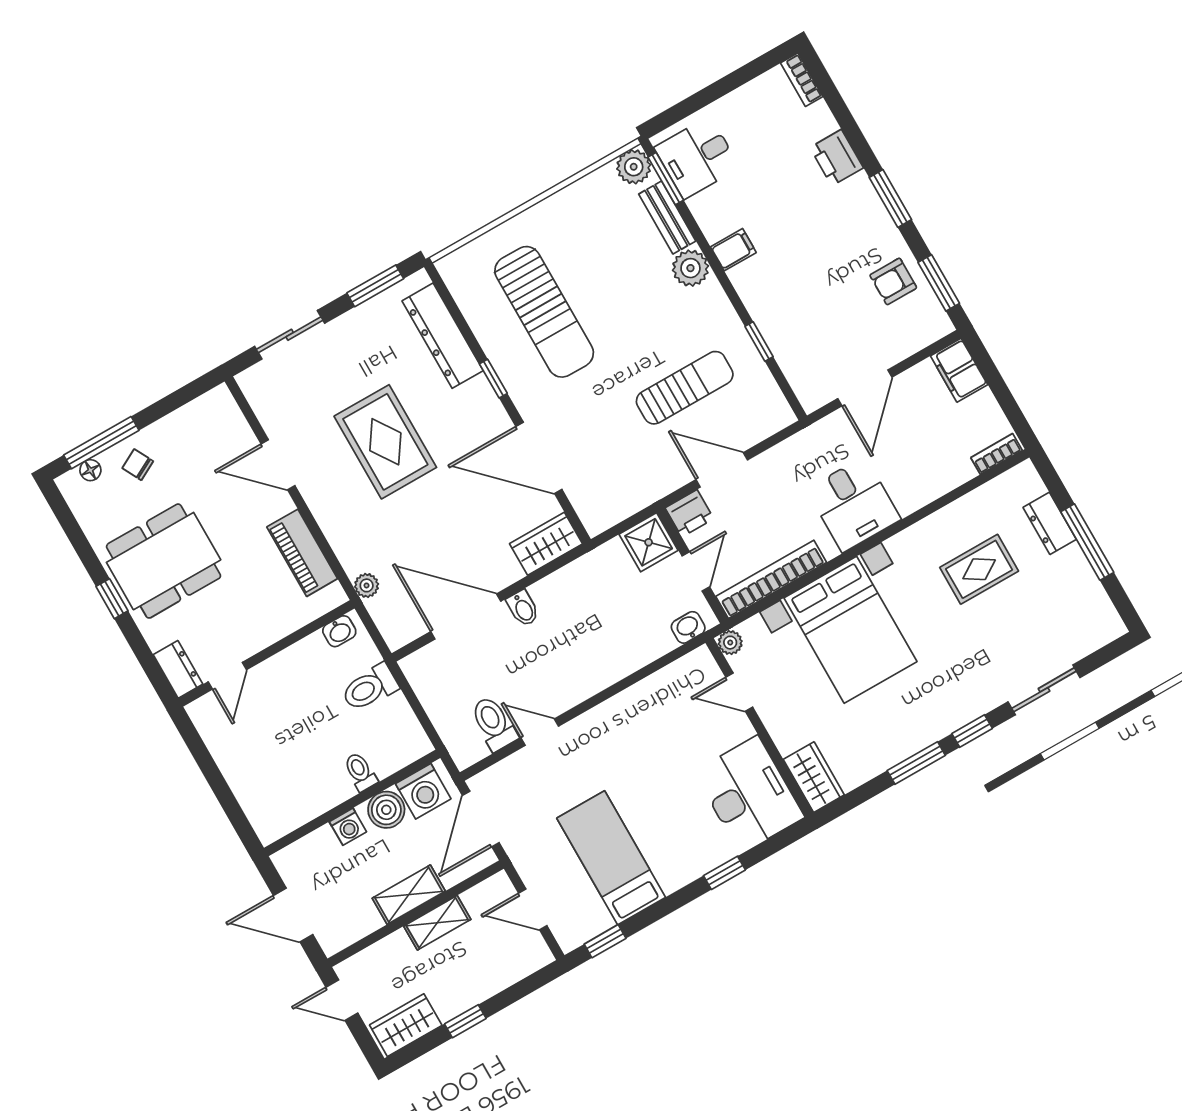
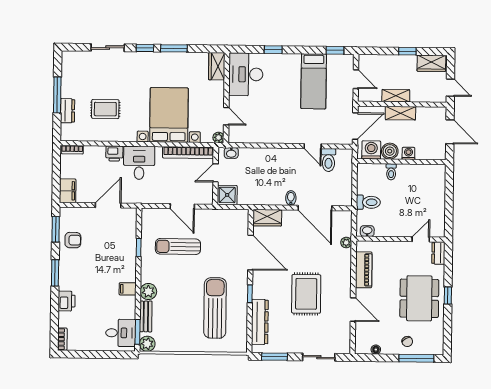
floor lamp: (90, 470) -> (376, 350), moved
printer: (689, 513) -> (114, 154), moved, turned 180
dining table: (164, 561) -> (419, 298), turned 90

